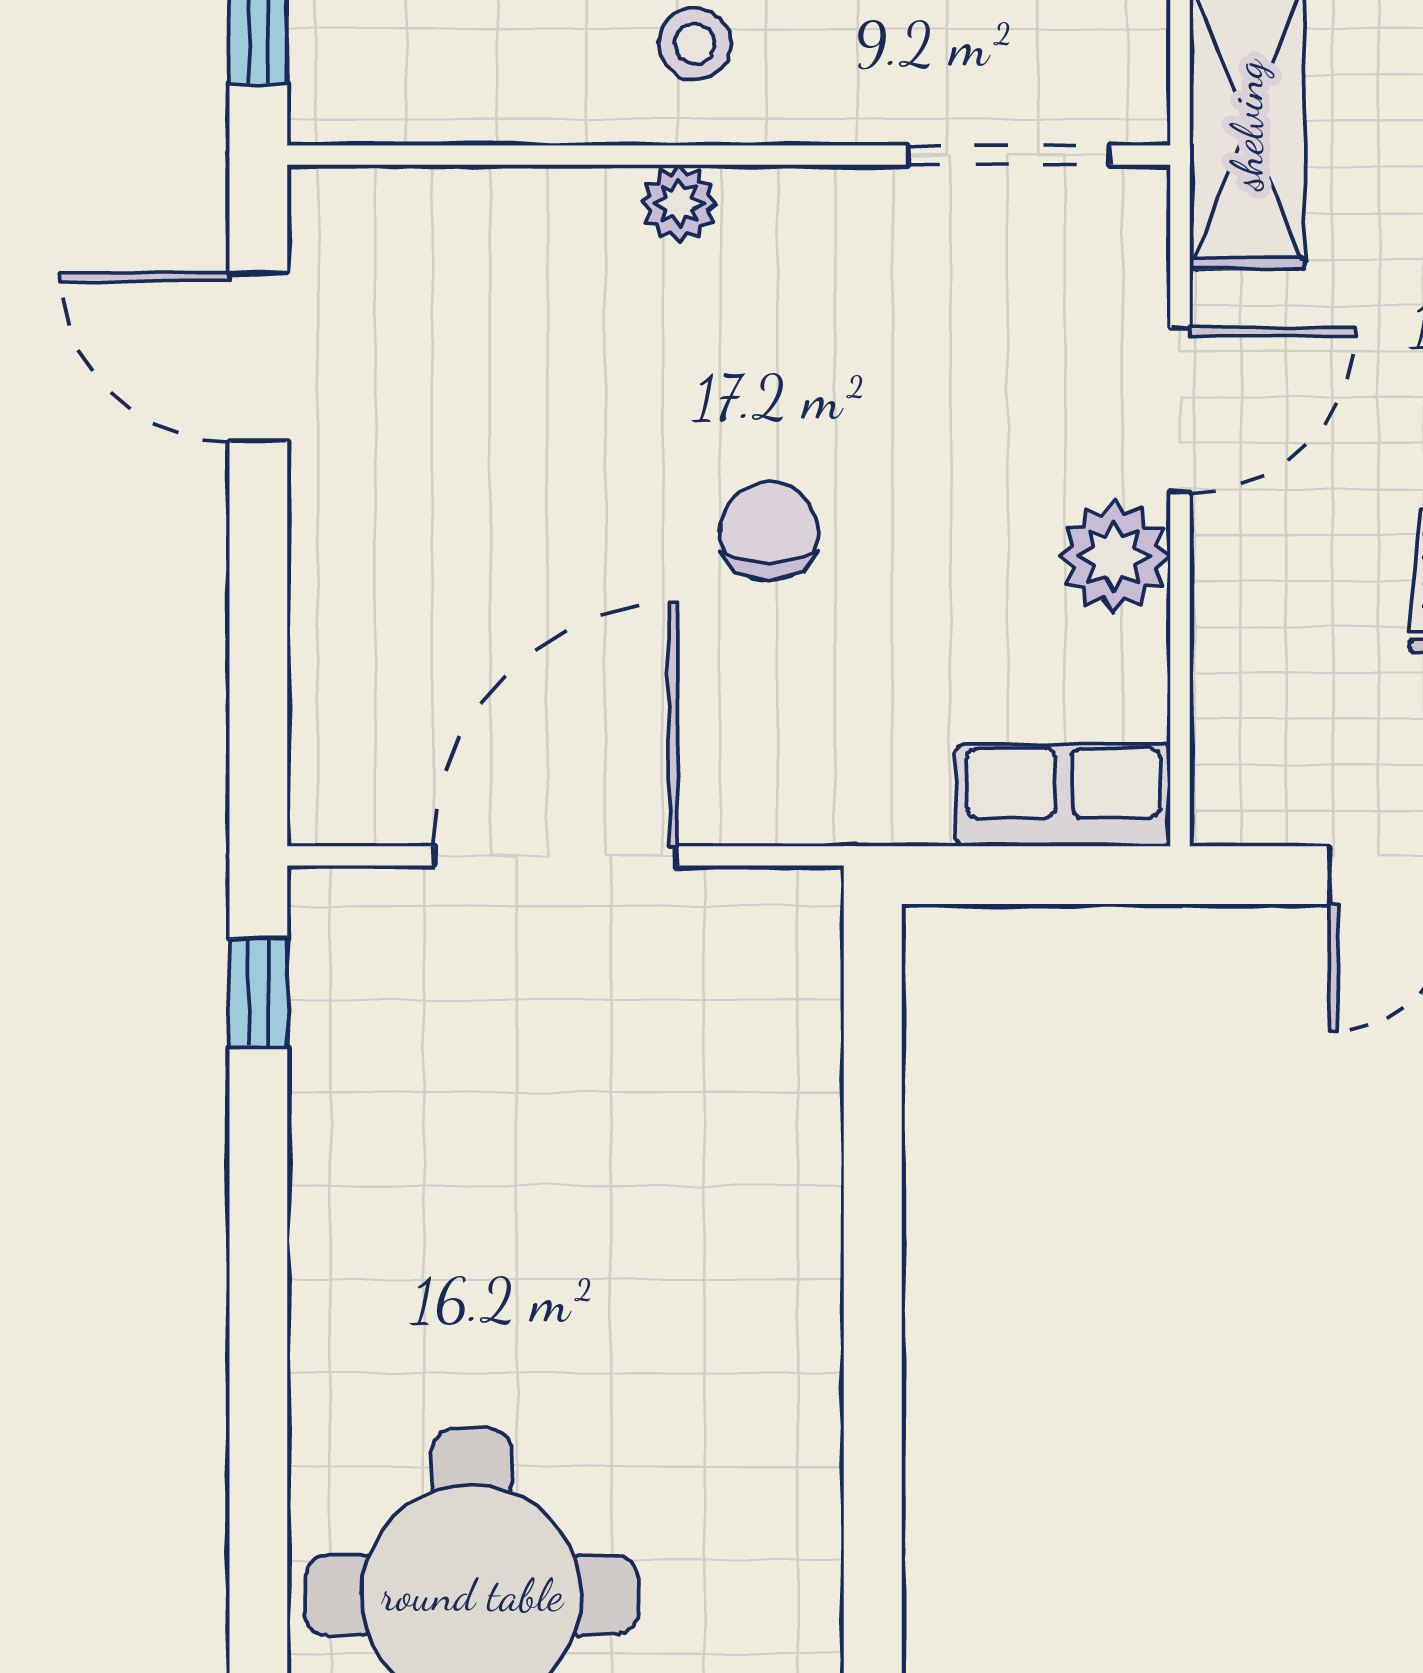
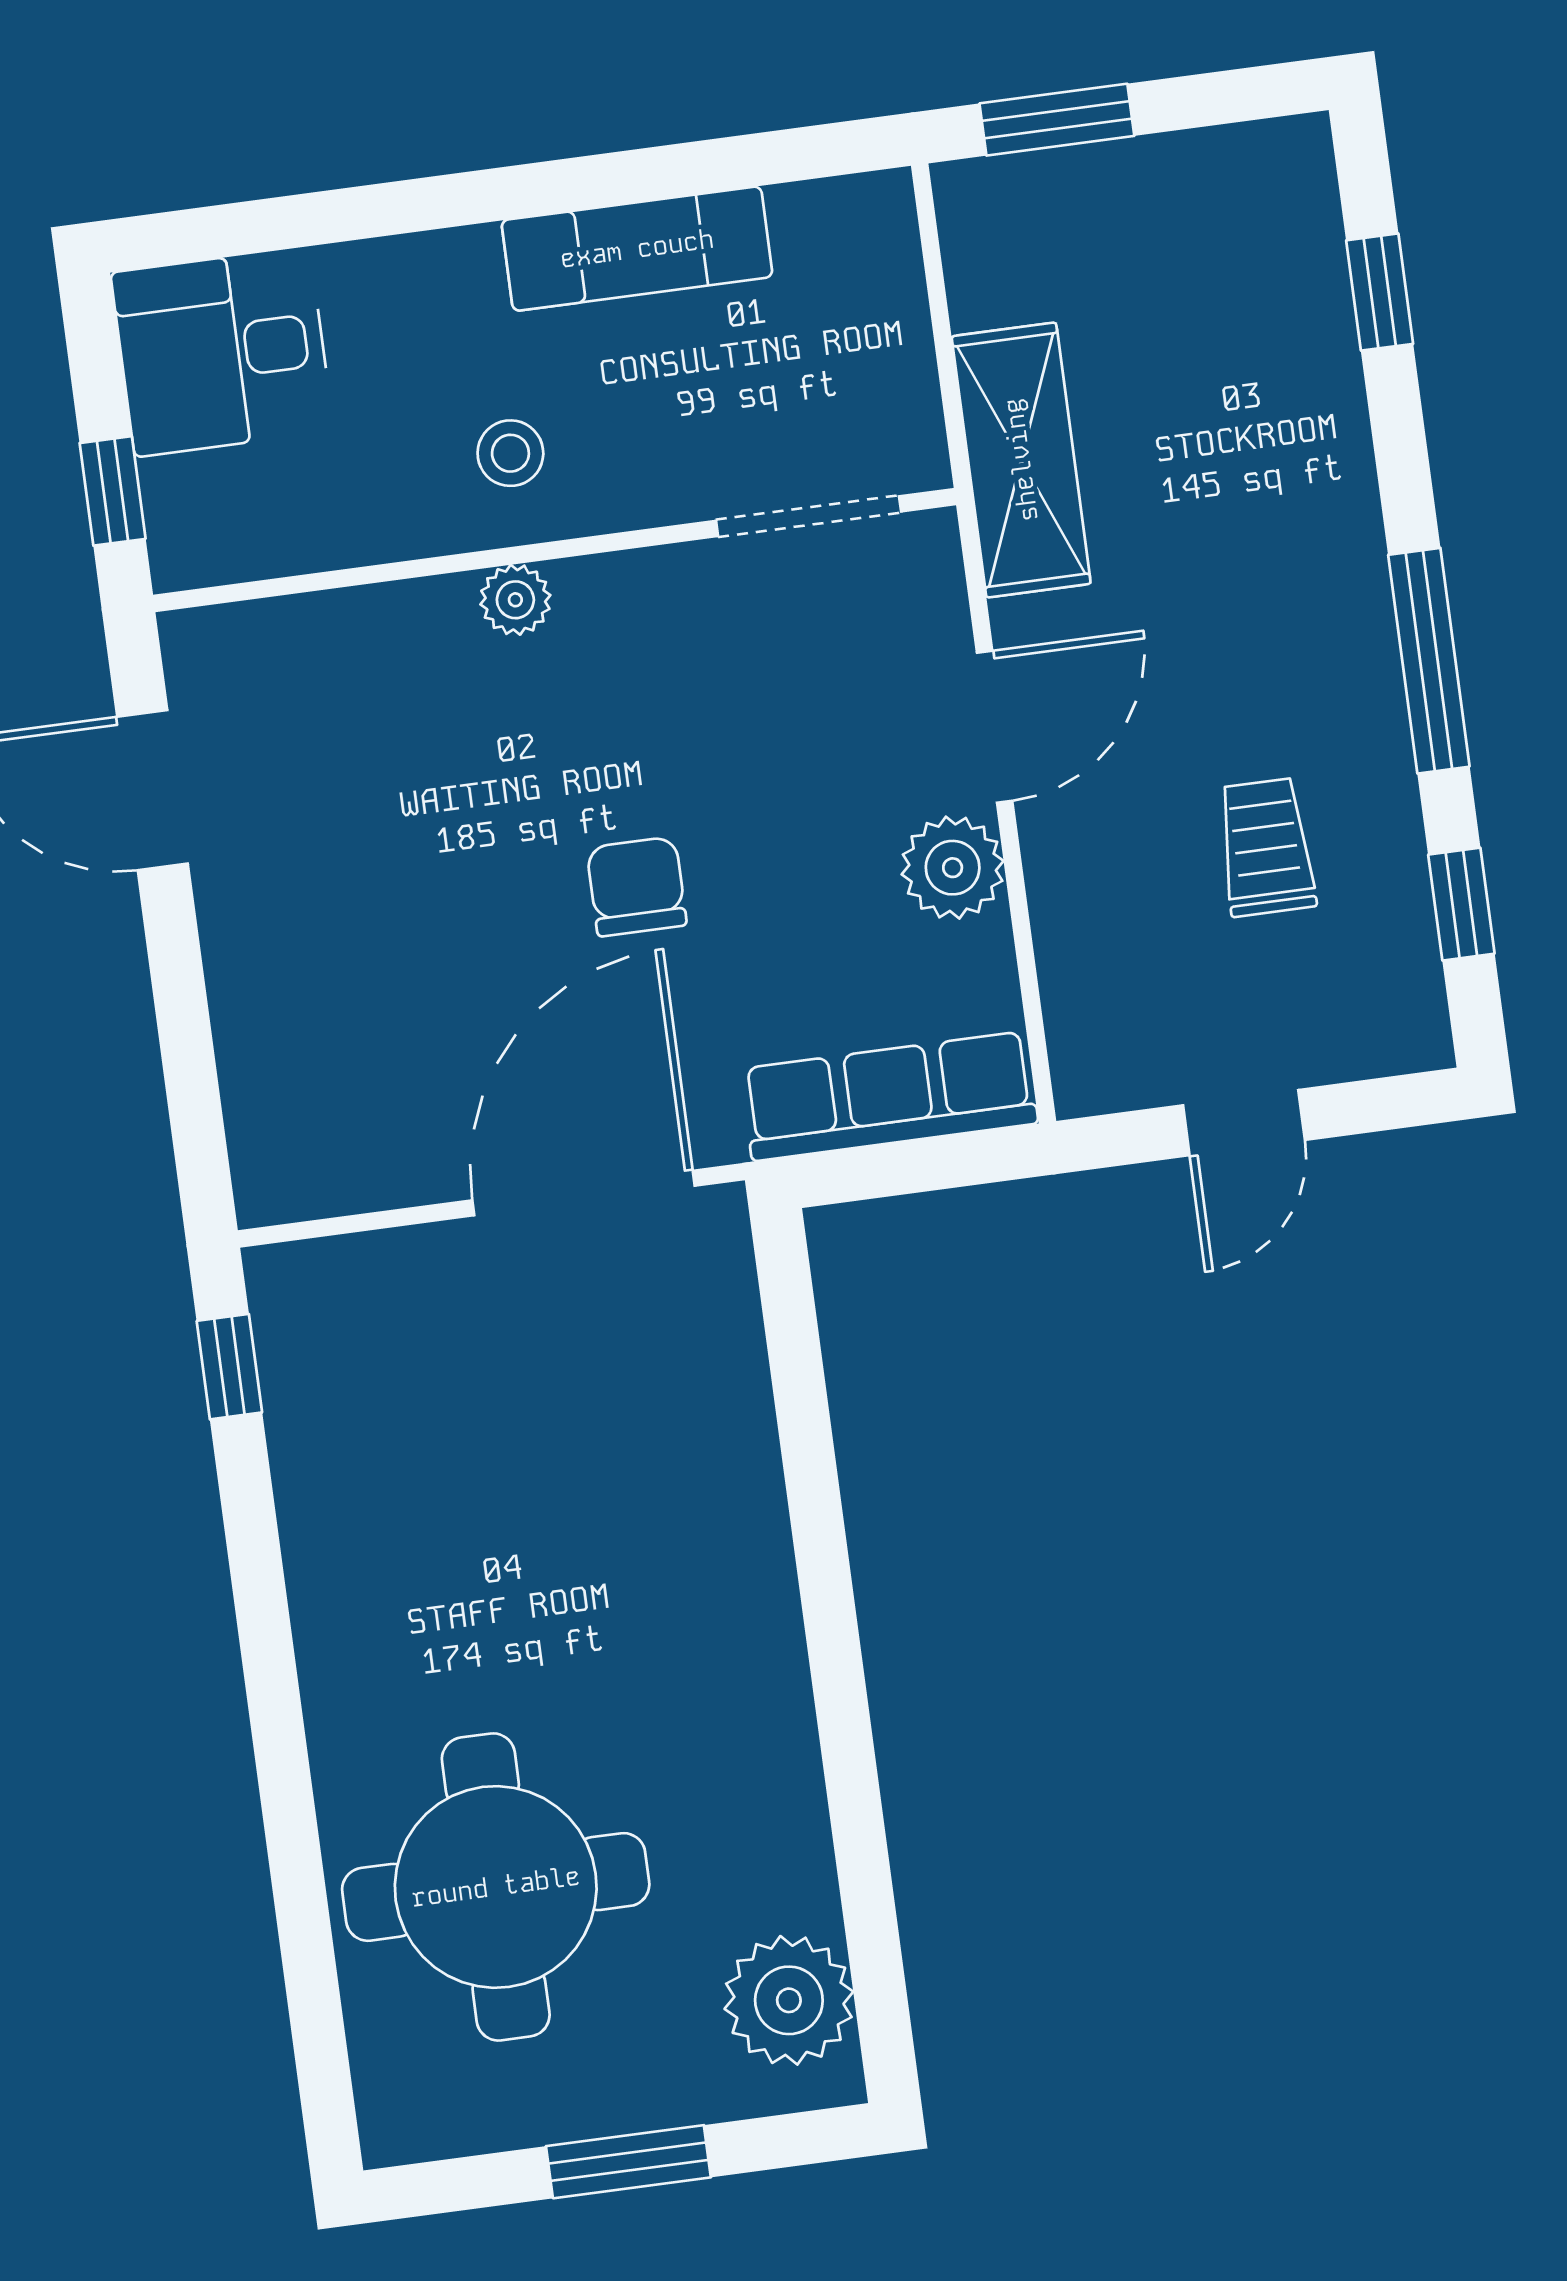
row of seats: (1063, 795) -> (889, 1096), width x1.48
door: (556, 856) -> (584, 1193), moved

